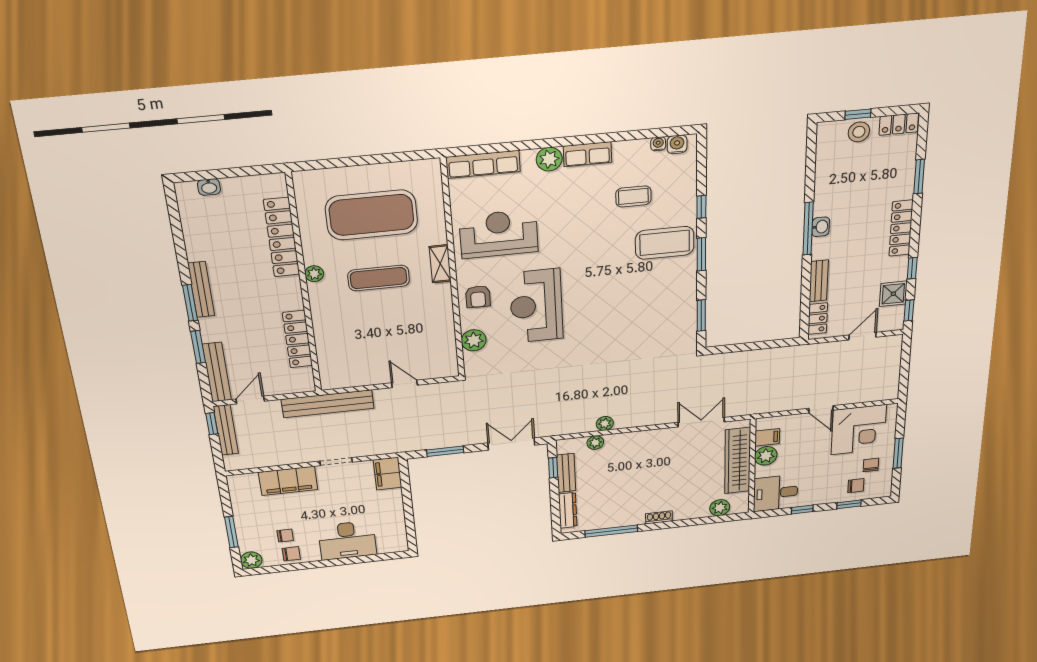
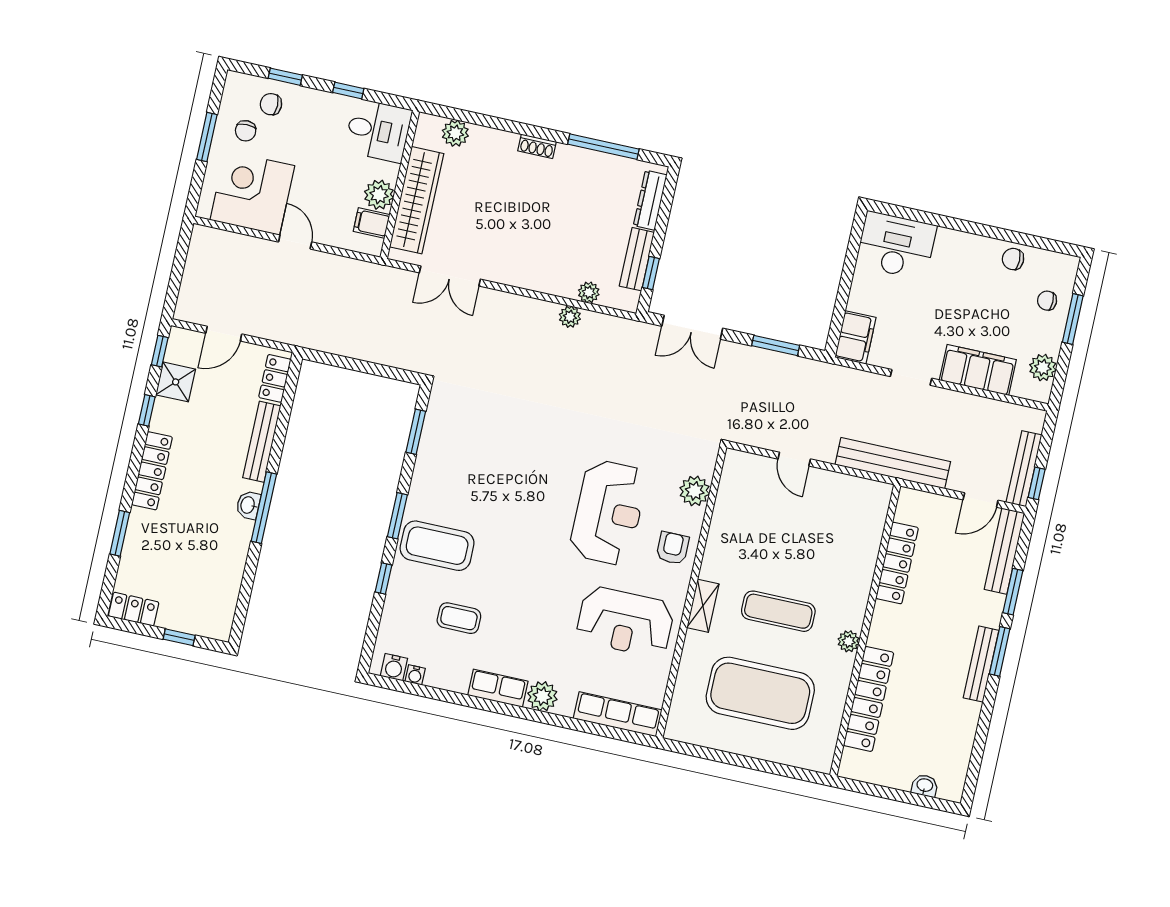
stool: (859, 132) -> (182, 615), removed
bench: (819, 281) -> (262, 442), width x1.36
chair: (285, 536) -> (1047, 301), moved
desk: (347, 540) -> (896, 245), moved
plant: (251, 560) -> (1043, 368), moved

